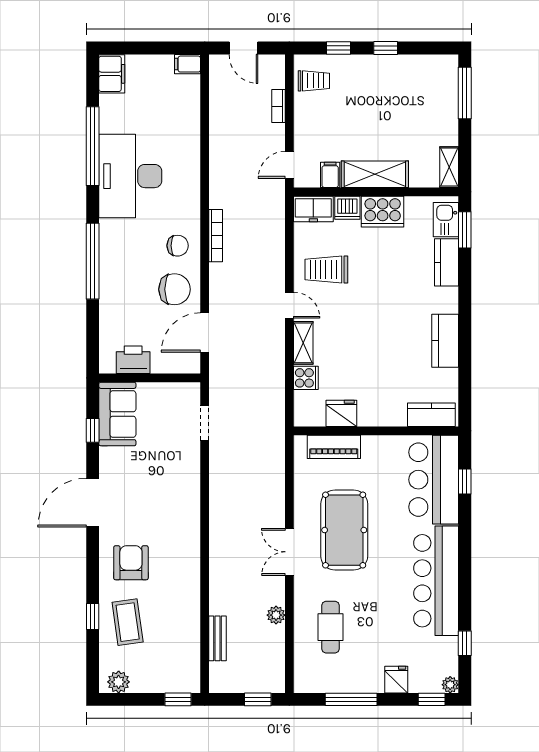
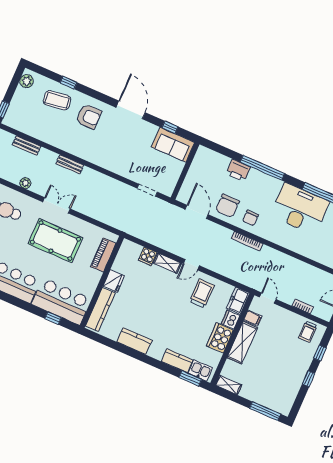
printer: (133, 360) -> (238, 170), moved, turned 90
fridge: (341, 413) -> (114, 281), moved
kitchen counter: (431, 415) -> (100, 309), width x1.50
bench: (217, 559) -> (70, 164), added

